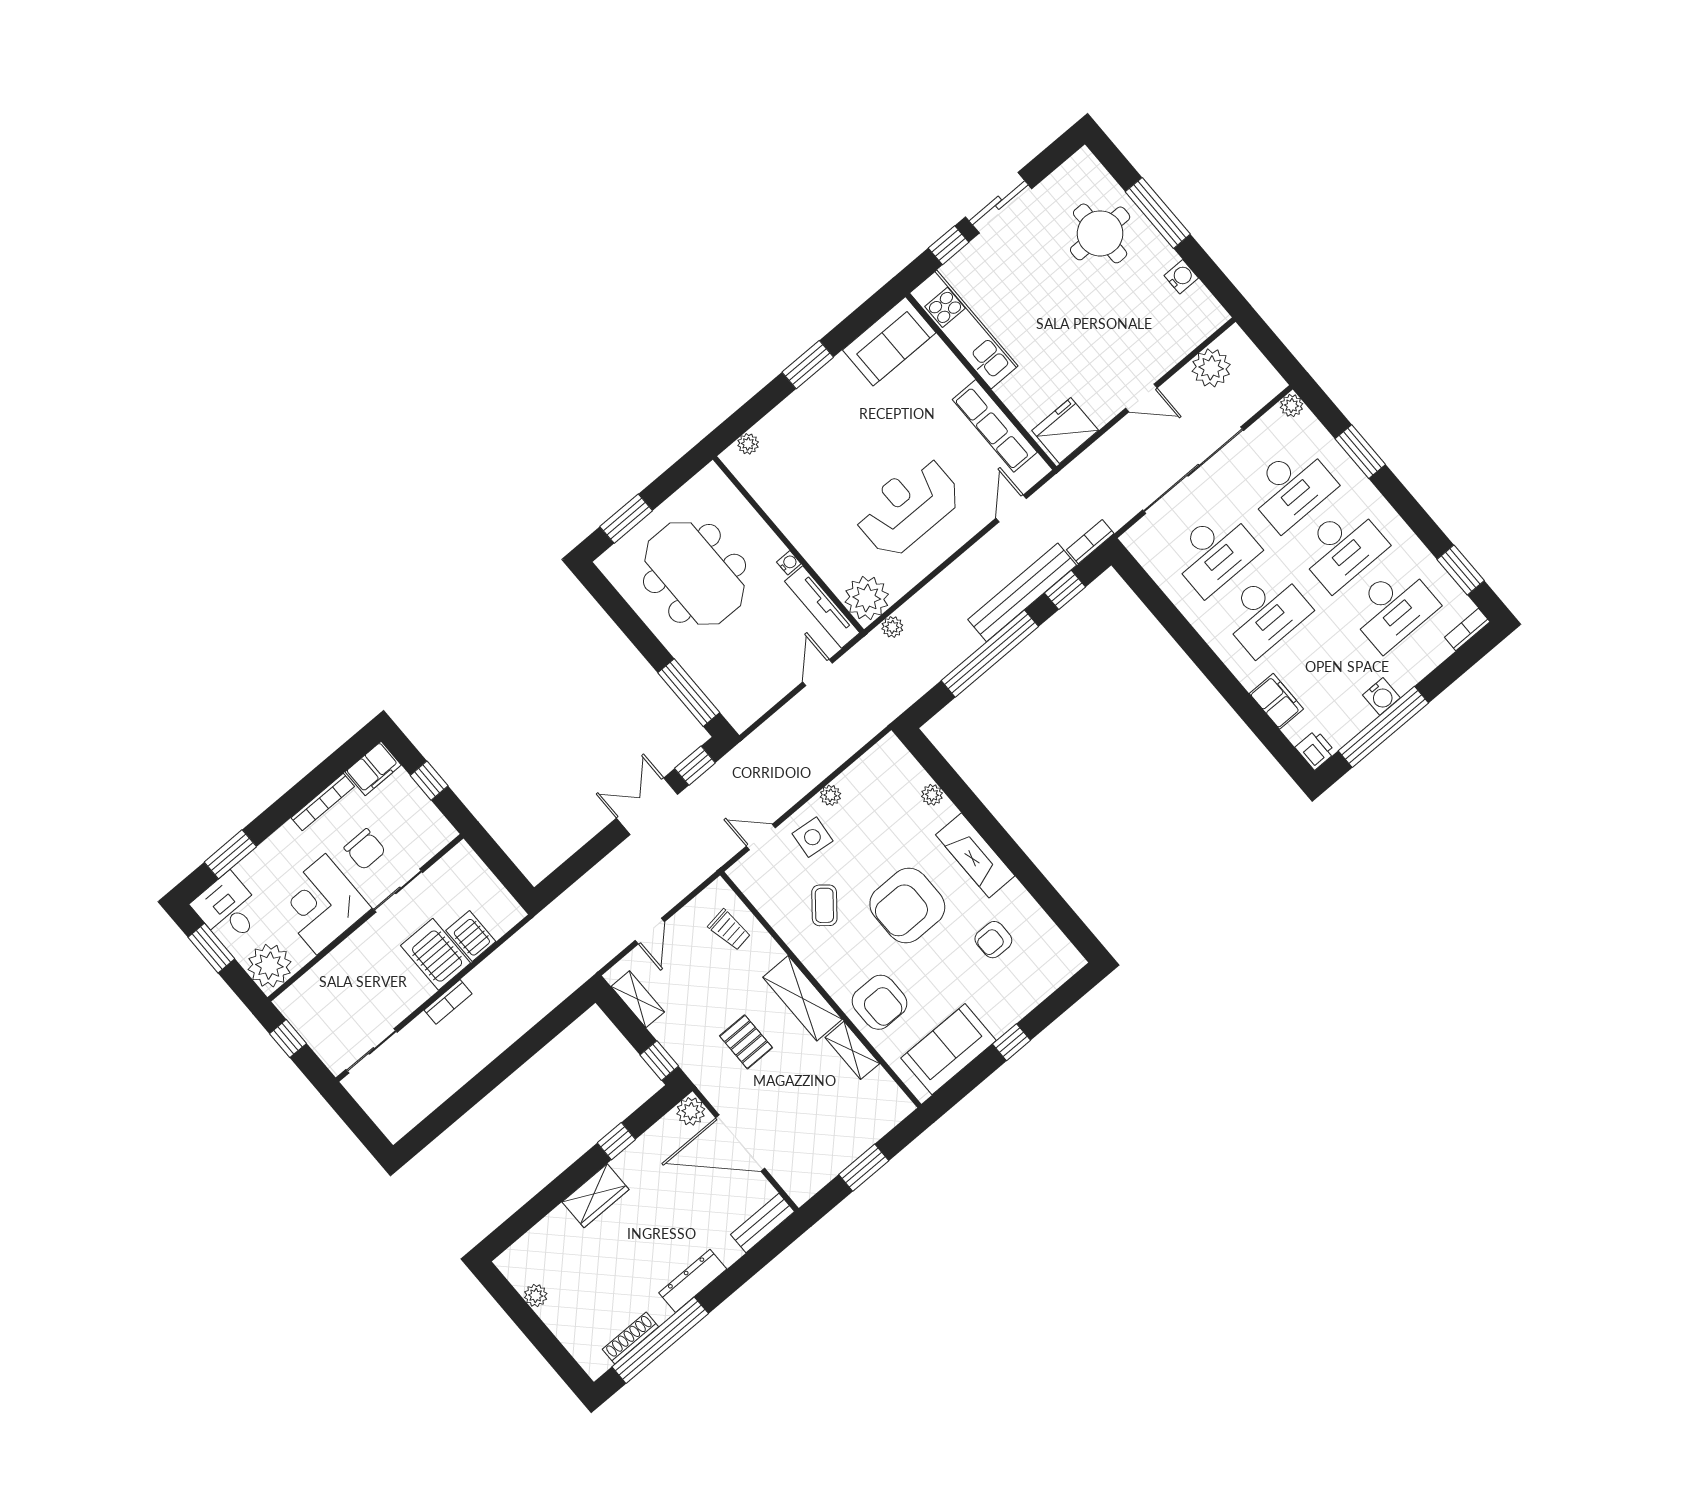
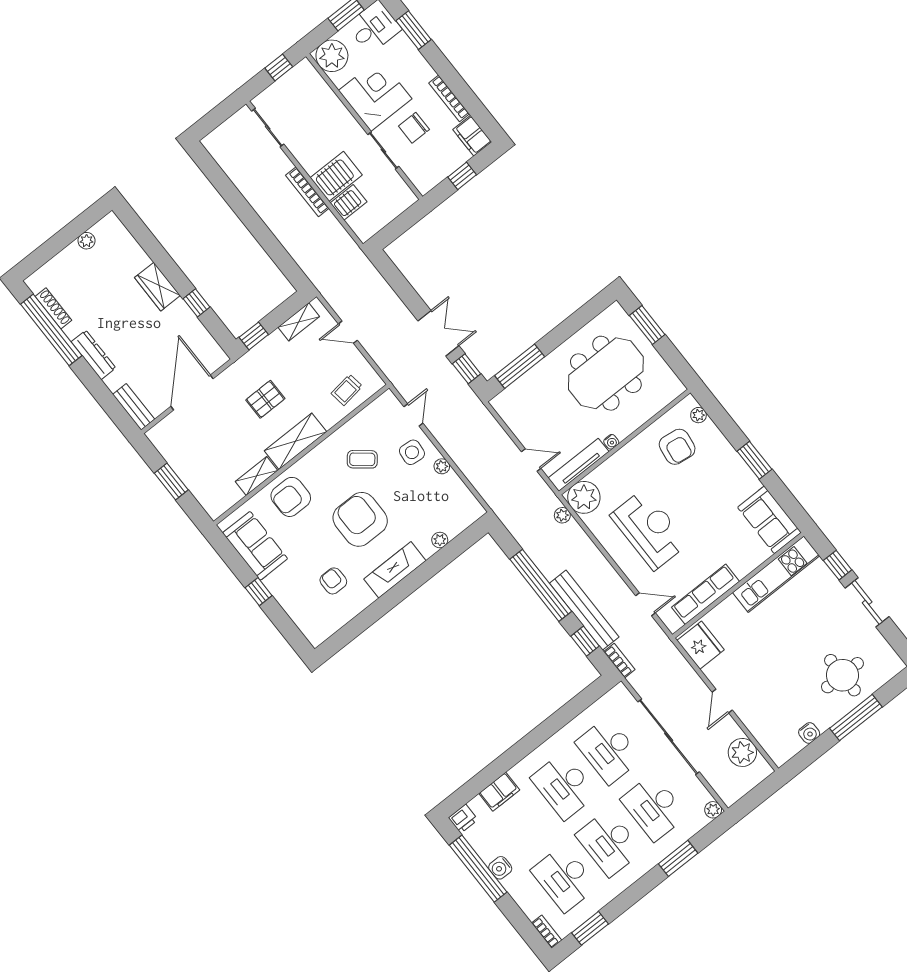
armchair: (793, 472) -> (677, 447), added
bookcase: (448, 1002) -> (307, 192), width x1.56
plant: (691, 1111) -> (216, 358), removed

